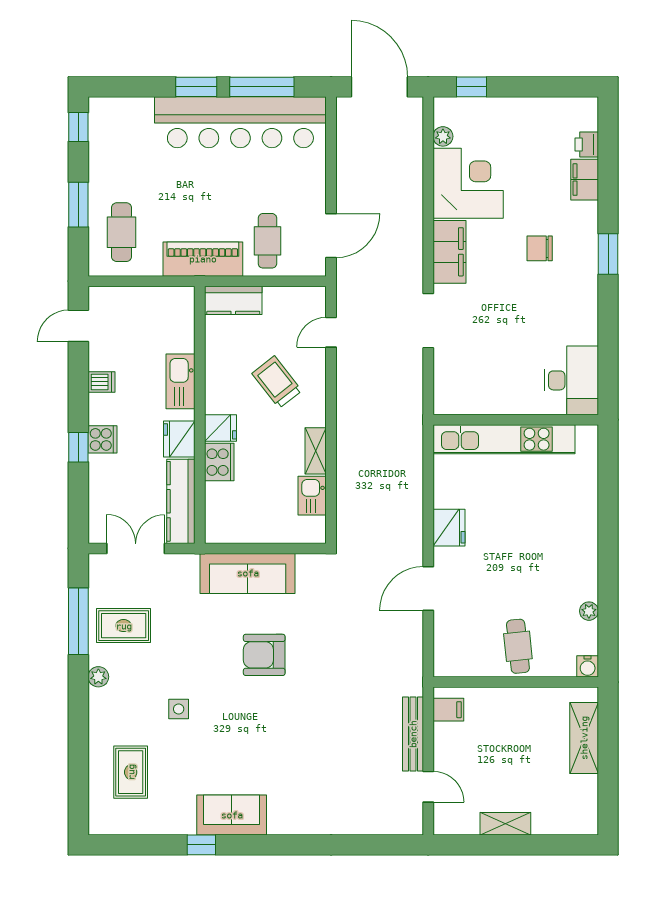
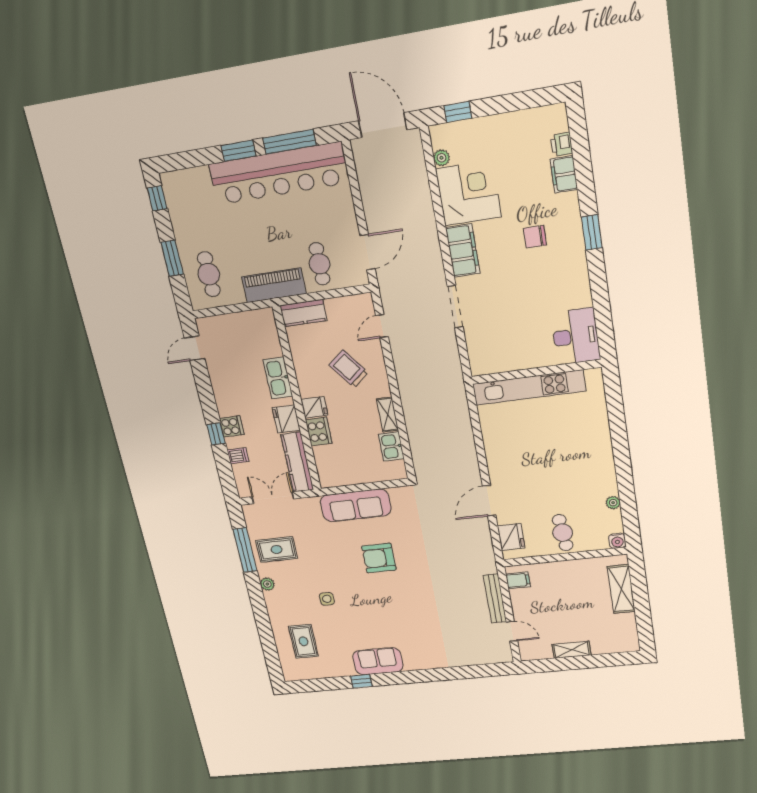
dishwasher: (101, 382) -> (238, 456), moved
fridge: (449, 528) -> (511, 537), moved

